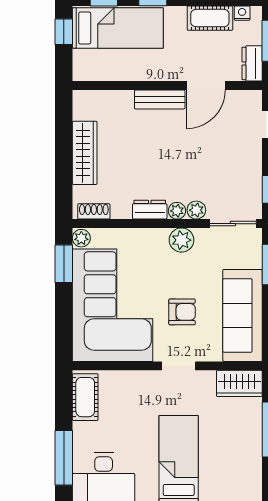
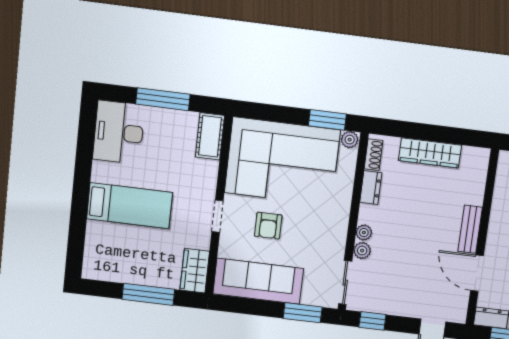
dresser: (150, 210) -> (371, 188), moved
plant: (181, 240) -> (336, 233), removed
cot: (85, 397) -> (210, 136), moved, turned 90
window: (64, 458) -> (163, 99), moved

